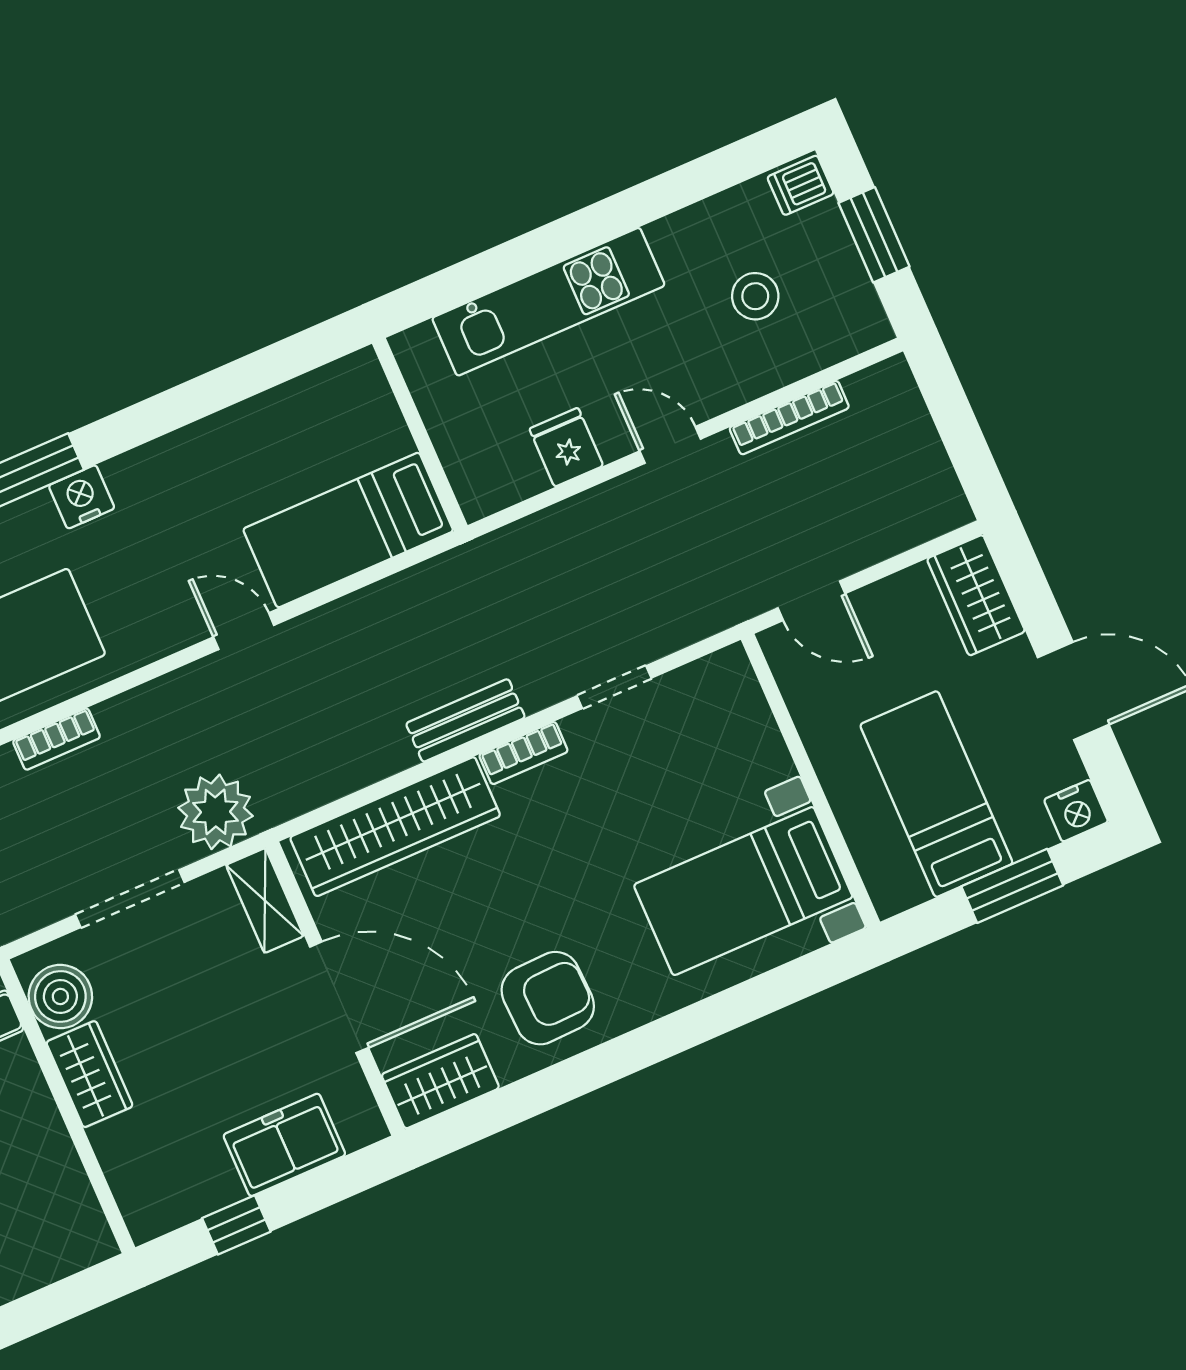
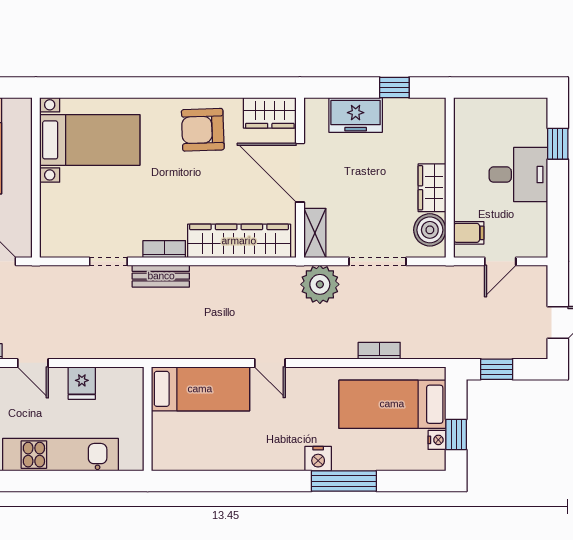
bench: (465, 720) -> (161, 276), moved

